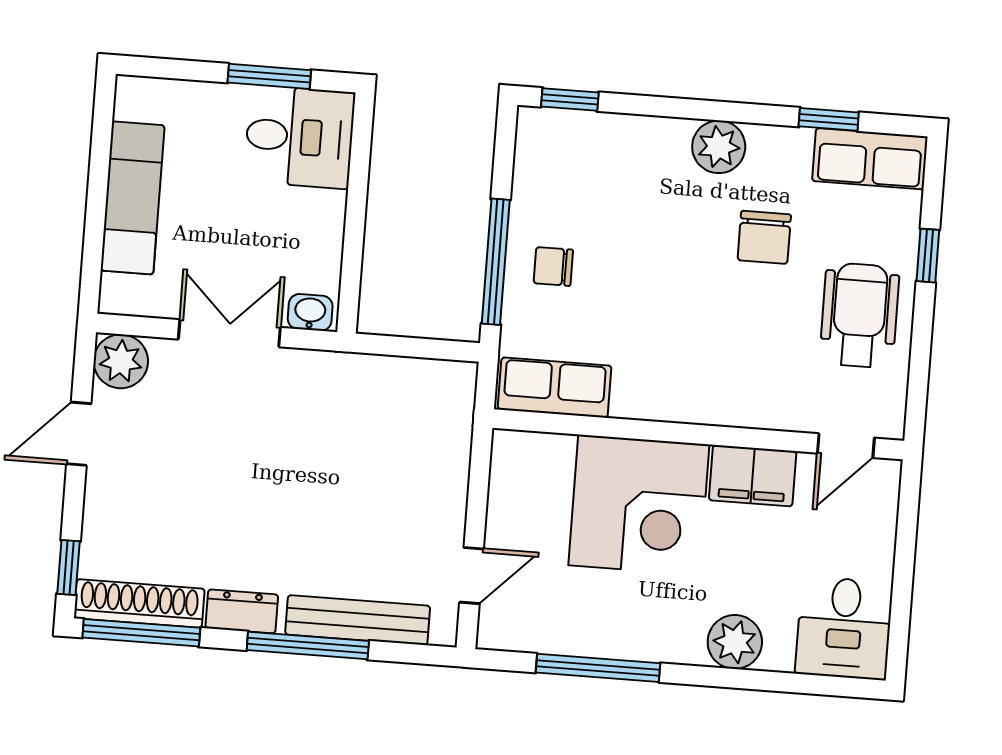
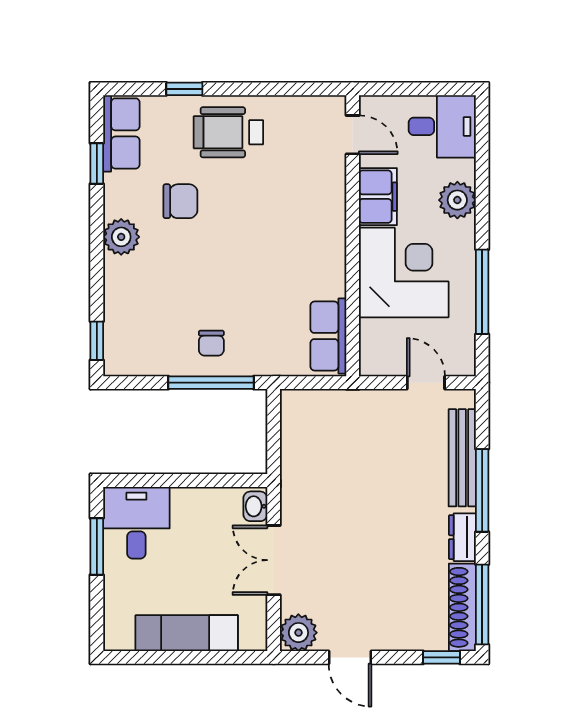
row of seats: (555, 388) -> (328, 336), moved
wall: (698, 434) -> (353, 236), moved
door: (846, 446) -> (353, 135), moved
filing cabinet: (753, 476) -> (378, 197), moved
corner desk: (639, 505) -> (404, 273), moved

